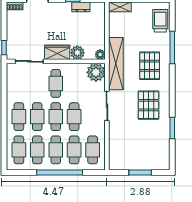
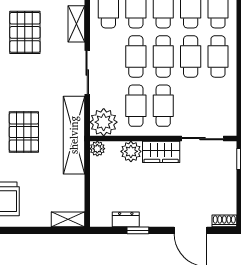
cafe table: (74, 83) -> (136, 106), added
pallet: (148, 105) -> (25, 32), moved
shelving: (114, 139) -> (76, 24), added

